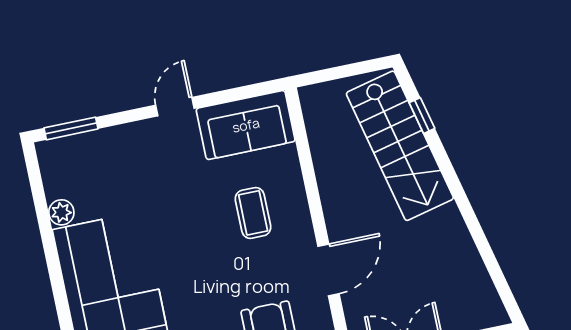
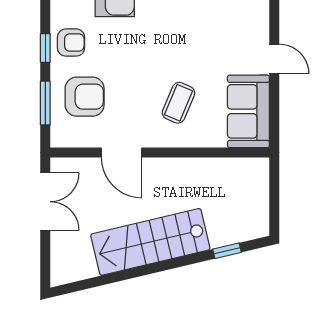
stairs: (400, 146) -> (150, 242), moved
coffee table: (253, 213) -> (178, 103), turned -67

